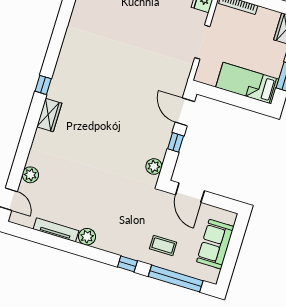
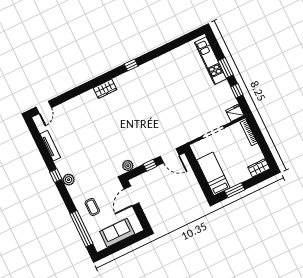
window: (43, 85) -> (131, 65), moved
door: (185, 112) -> (170, 156), swing flipped
plant: (30, 175) -> (66, 107), removed
plant: (87, 237) -> (69, 180), moved
window: (127, 264) -> (56, 176), moved

